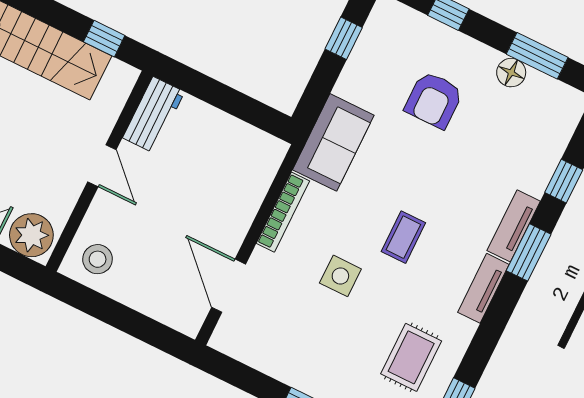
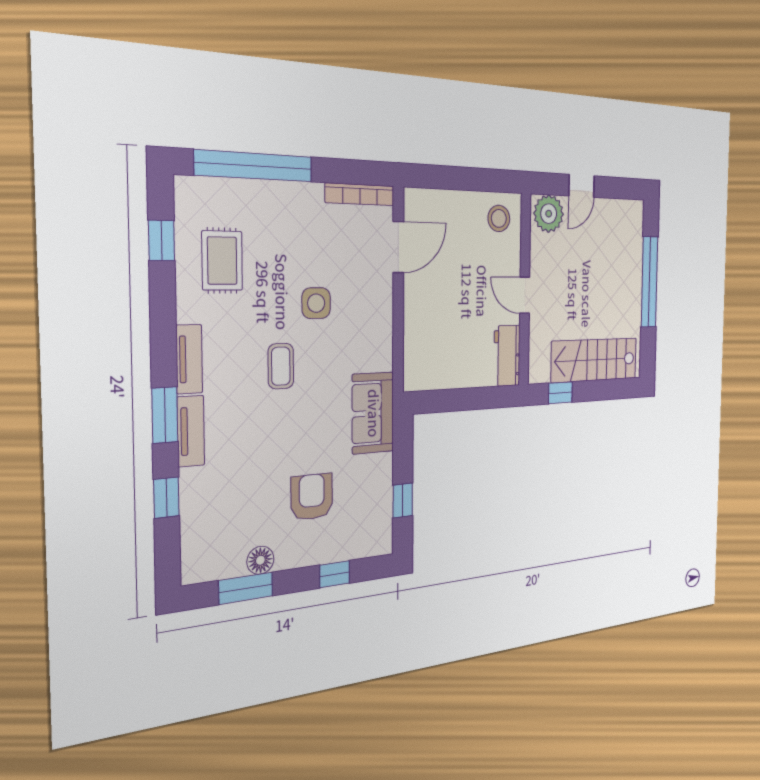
bookcase: (283, 212) -> (360, 194), moved, turned -90
door: (229, 286) -> (398, 247), hinge flipped

